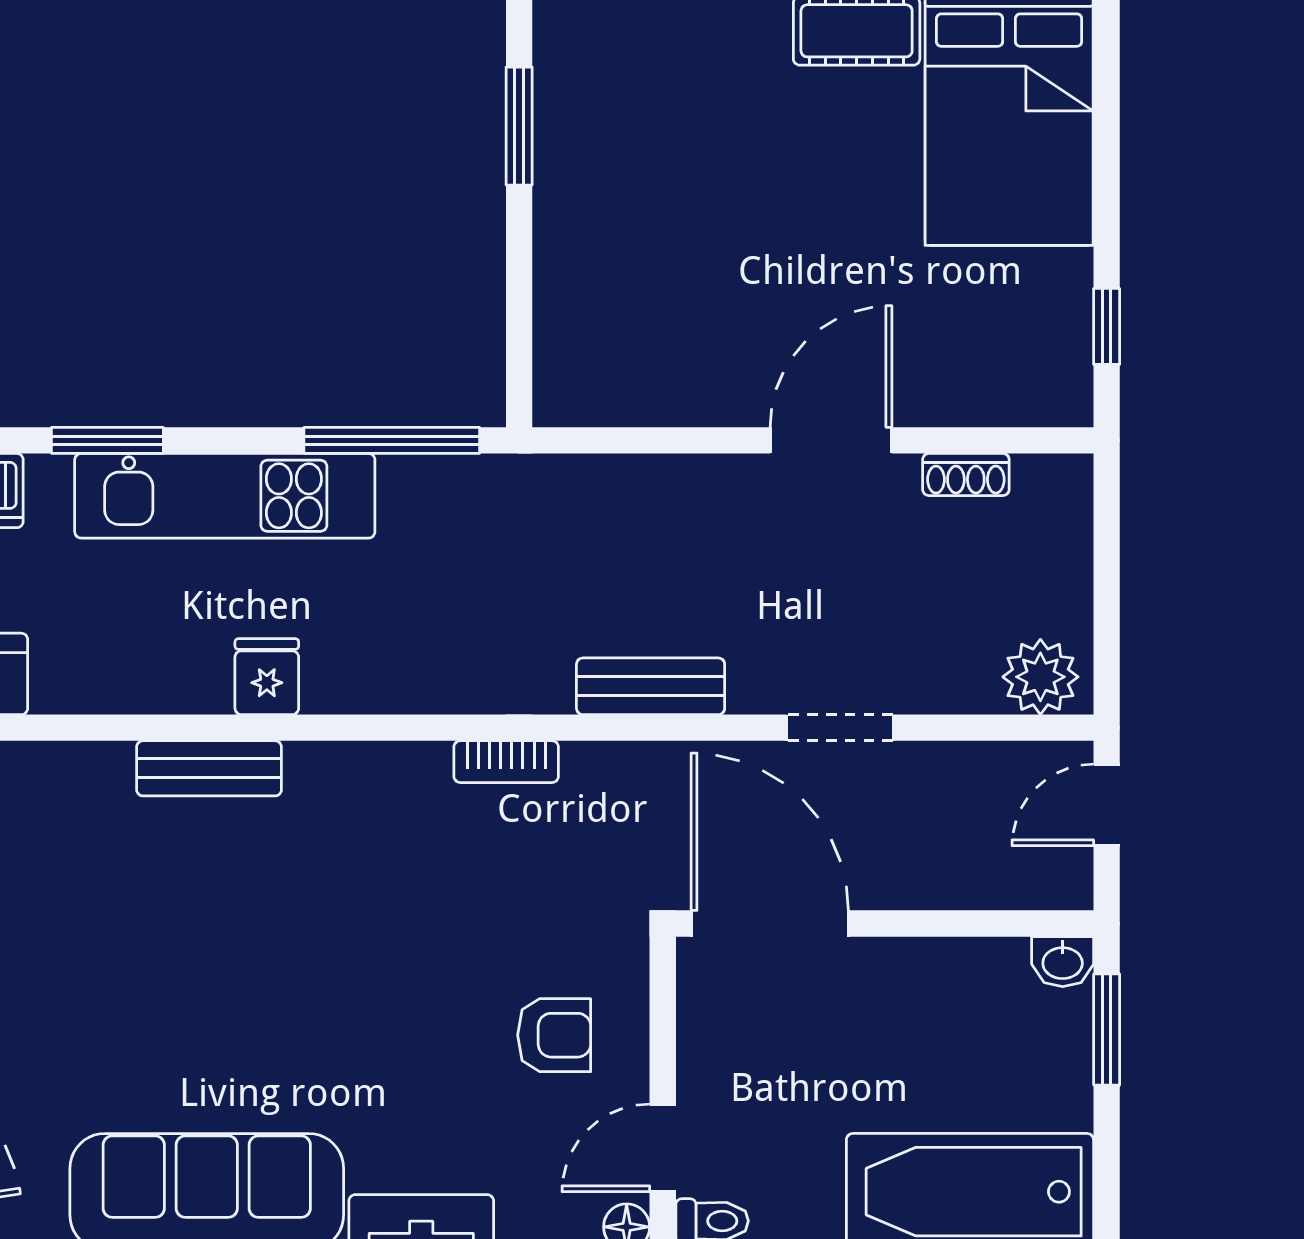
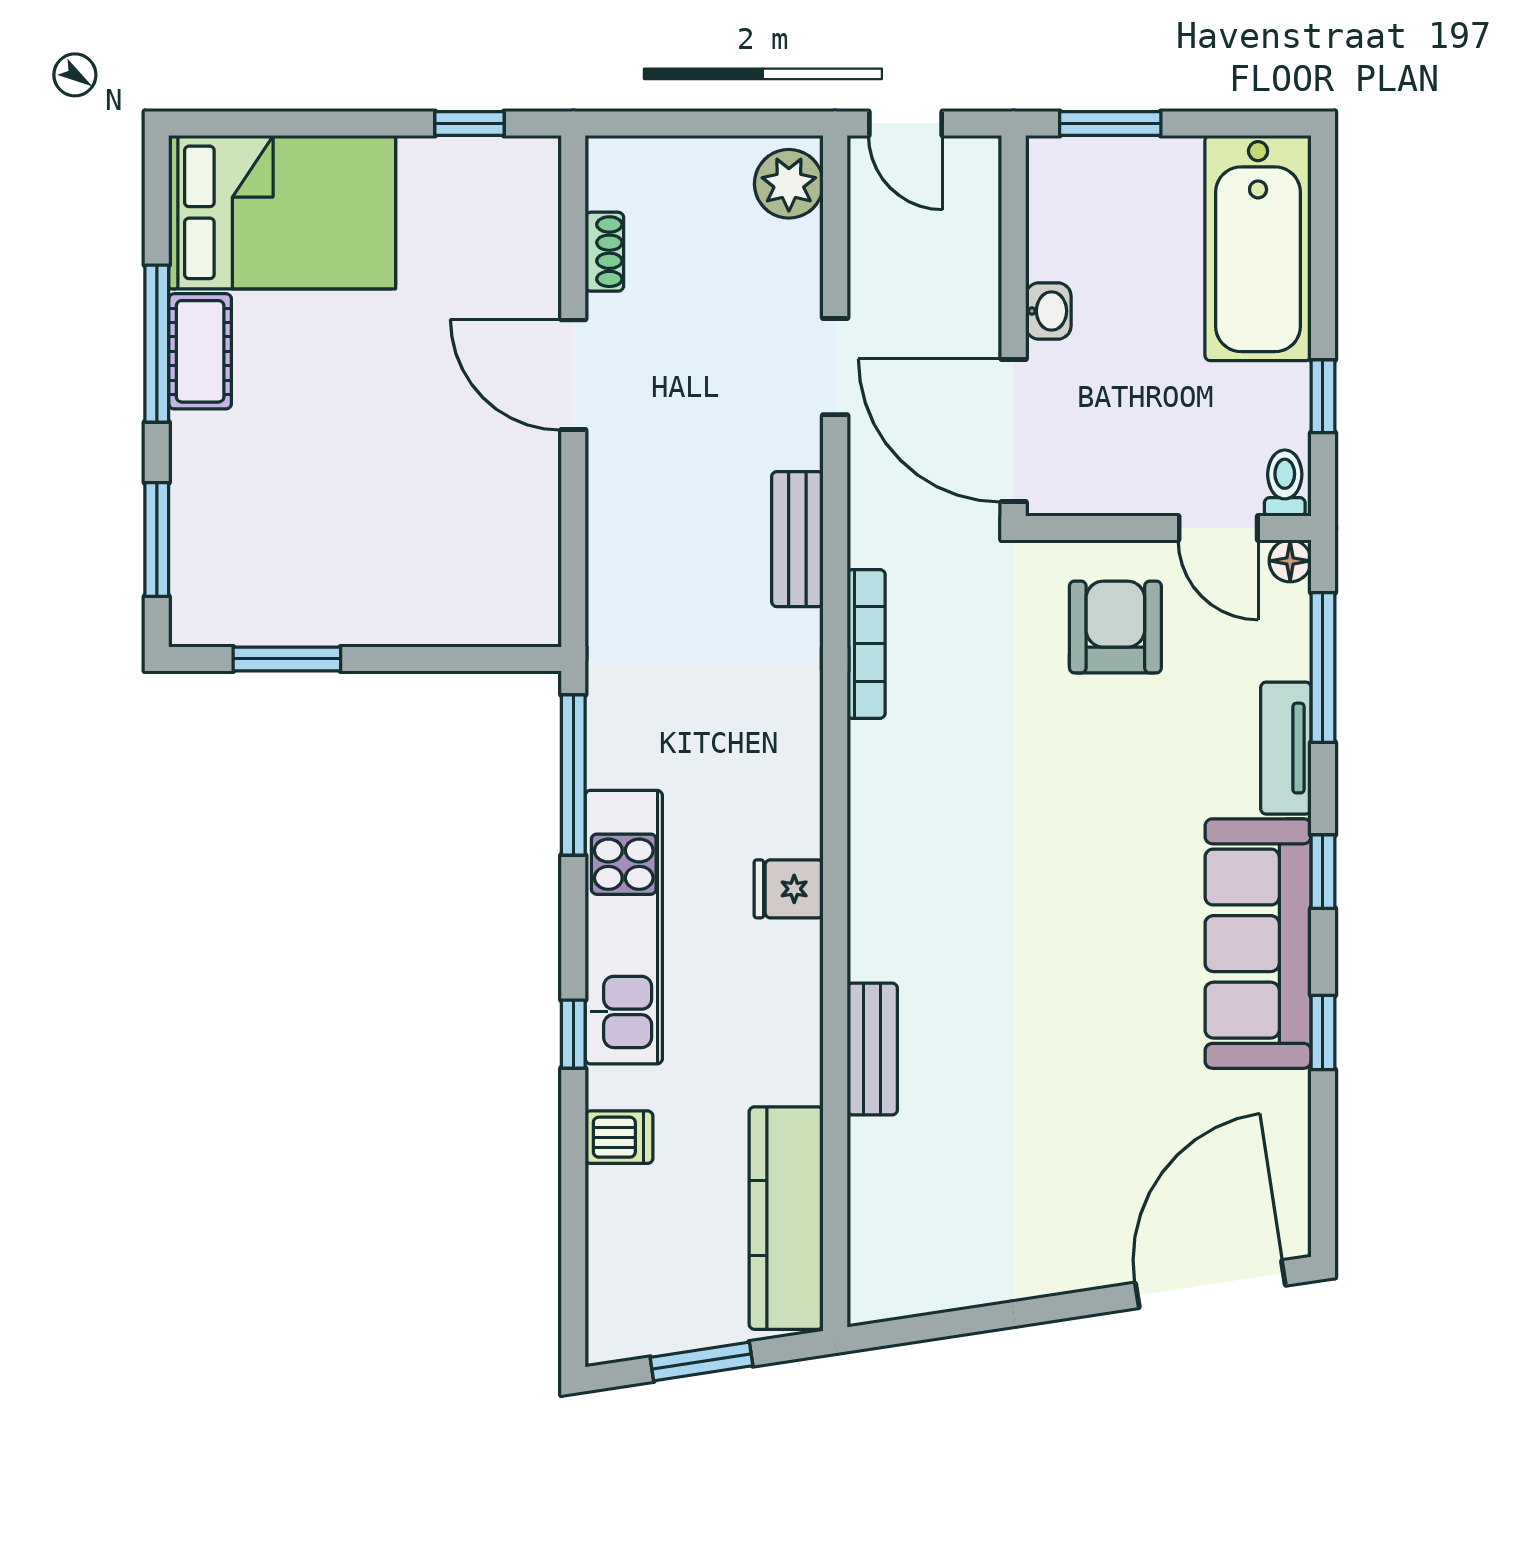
window: (107, 440) -> (573, 1034), width x0.67
bookcase: (506, 762) -> (866, 644), width x1.56
bench: (209, 768) -> (872, 1049), moved
door: (770, 923) -> (1014, 430), hinge flipped
washbasin: (1063, 962) -> (1048, 311), moved
armchair: (554, 1035) -> (1115, 627), width x1.38, depth x1.38

